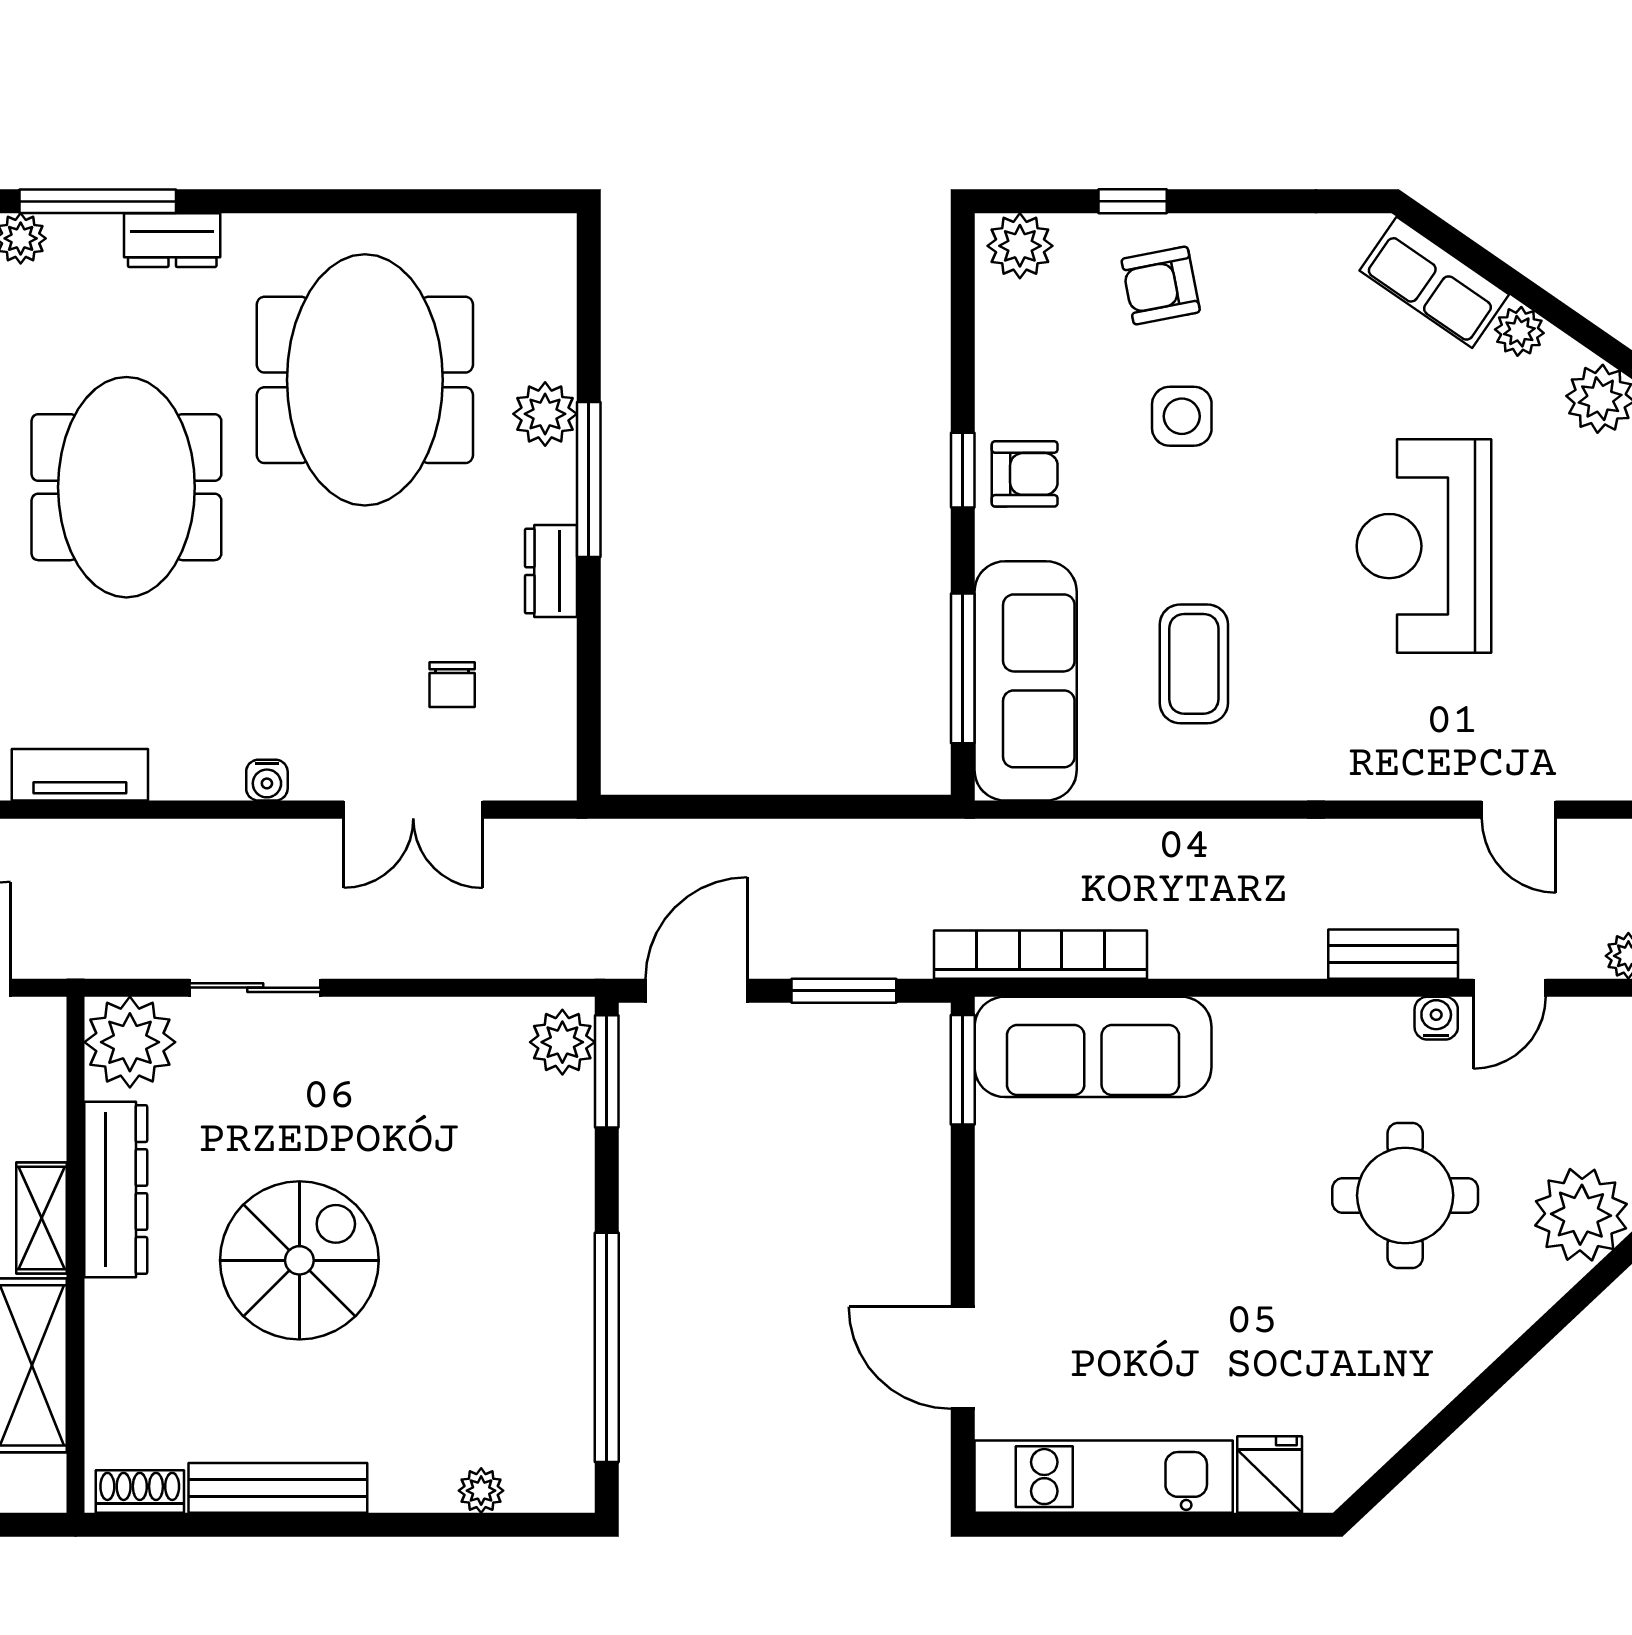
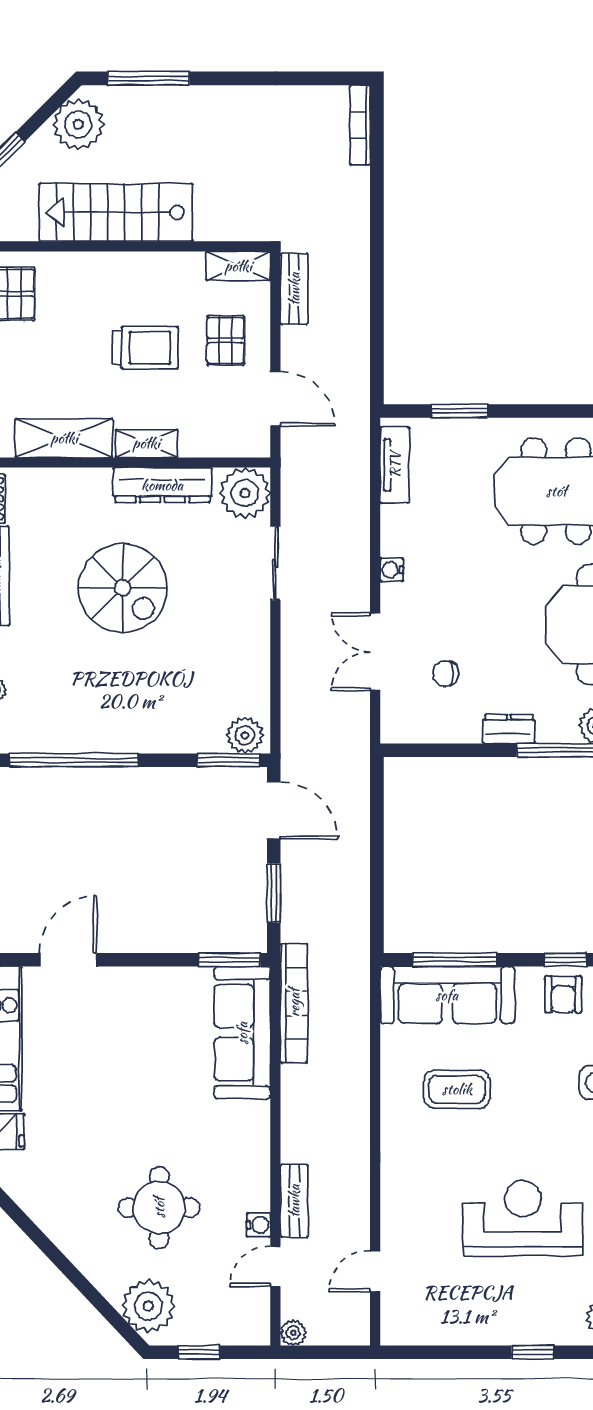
door: (1509, 988) -> (275, 1266), hinge flipped

